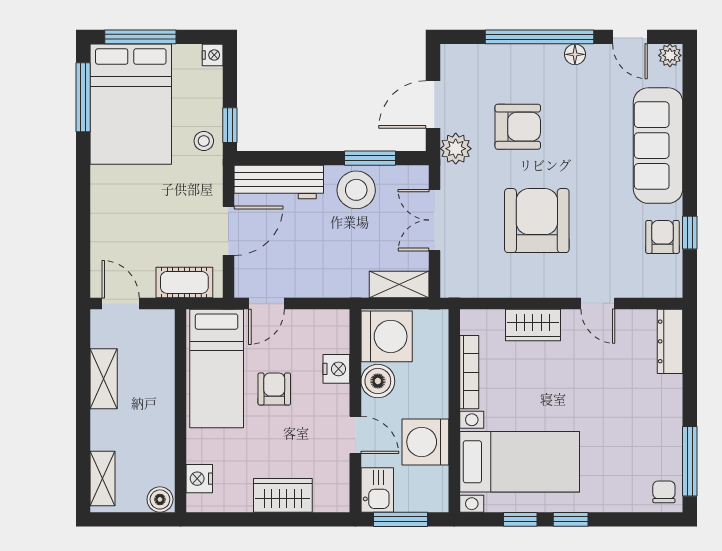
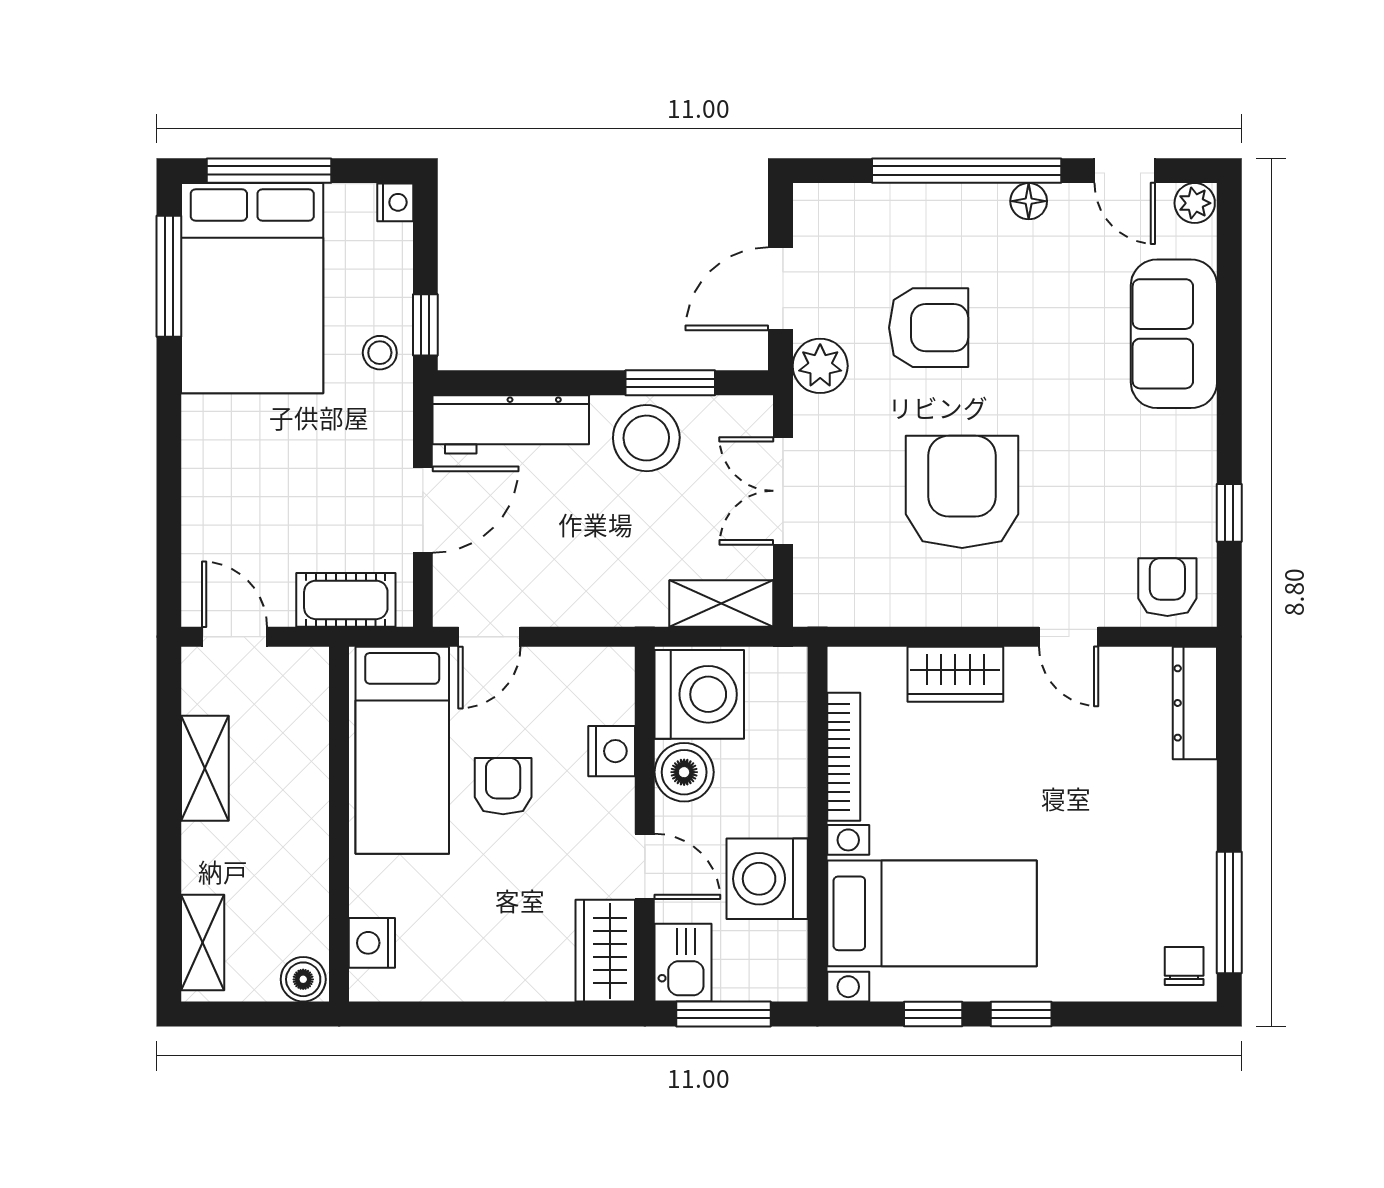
sofa: (658, 146) -> (1174, 334), width x0.73
armchair: (663, 237) -> (1167, 587), moved
wardrobe: (283, 495) -> (605, 951), moved, turned -90

